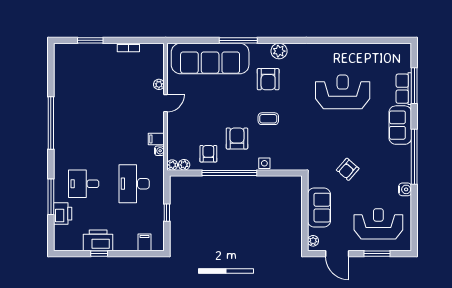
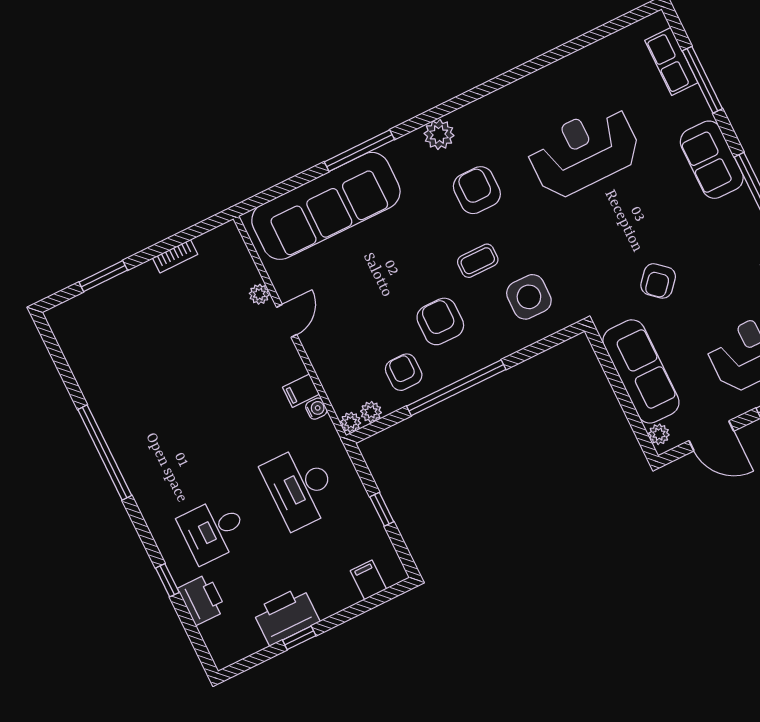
armchair: (268, 79) -> (477, 190), moved, turned 180
row of seats: (404, 89) -> (671, 61), moved
side table: (264, 163) -> (529, 297), moved, width x1.87, depth x1.87
window: (51, 197) -> (167, 580), width x0.46
sofa: (319, 208) -> (641, 371), width x1.36

